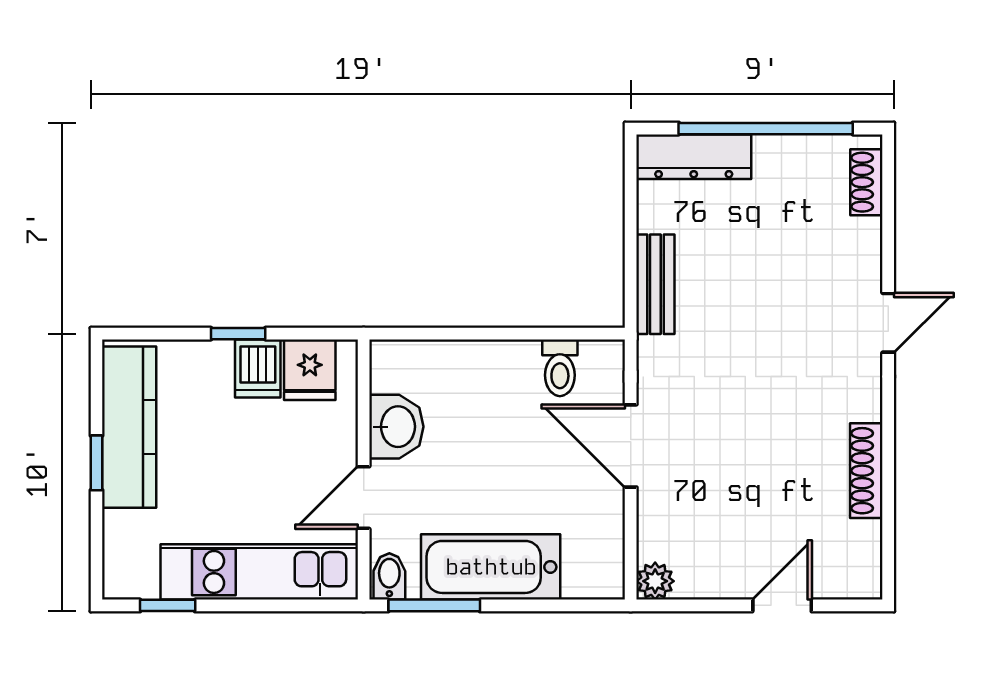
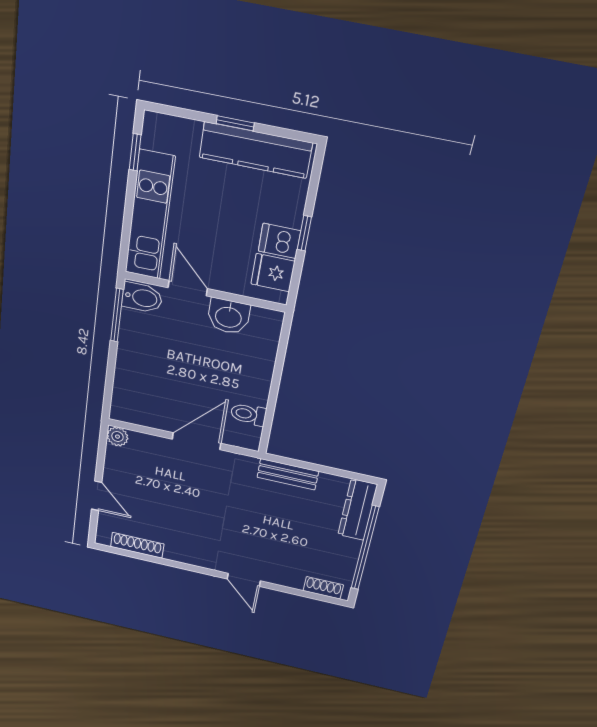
shoe rack: (866, 471) -> (137, 545), moved
bathtub: (491, 567) -> (136, 352), removed
bidet: (389, 576) -> (142, 298), width x1.38, depth x1.36

